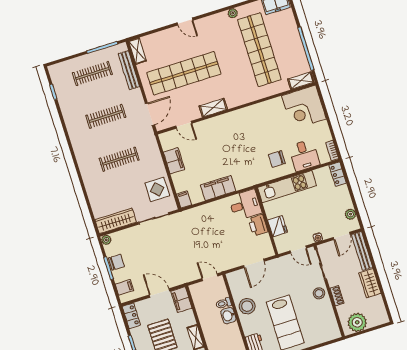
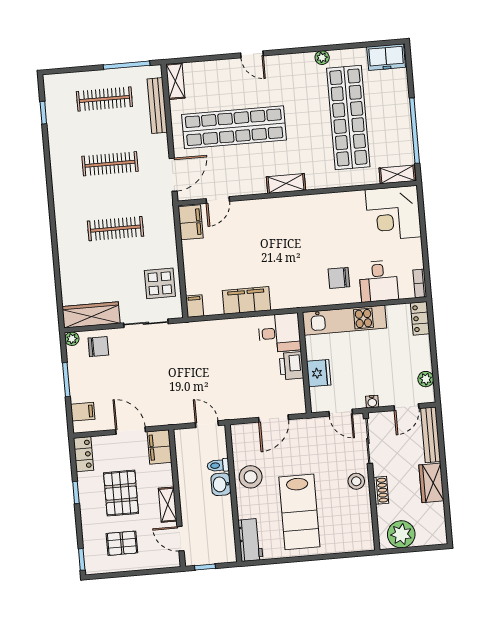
shelving: (213, 108) -> (286, 183), moved
door: (184, 125) -> (218, 200), hinge flipped
filing cabinet: (174, 161) -> (191, 222), moved
chair: (116, 262) -> (98, 347), moved

